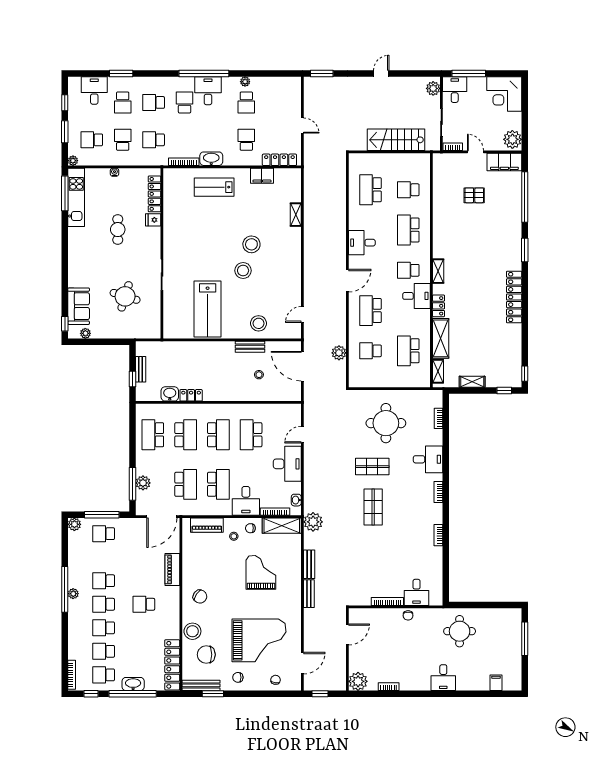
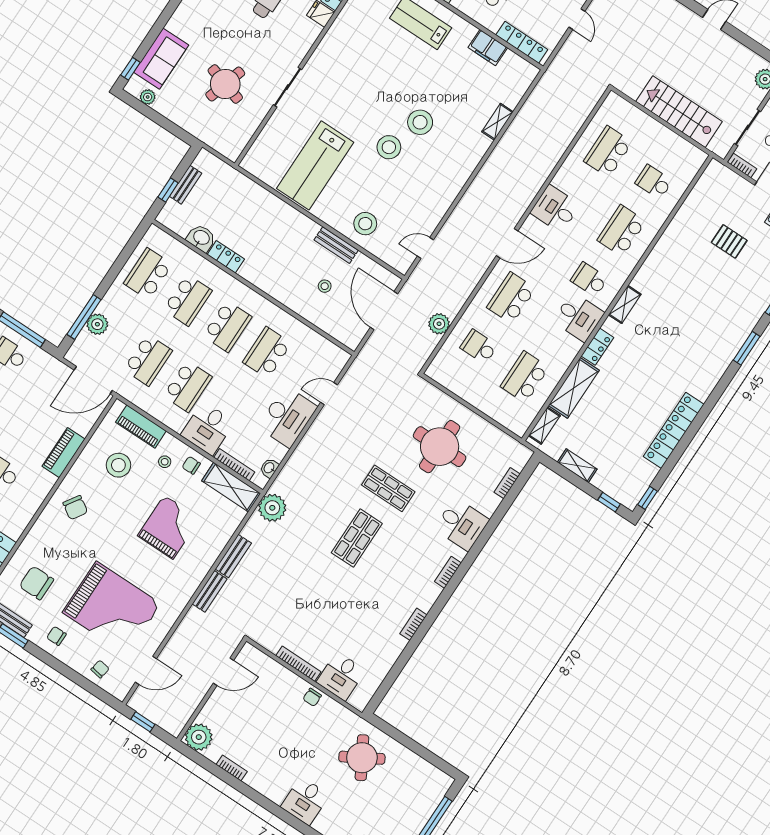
locker: (514, 297) -> (674, 430), moved
stool: (192, 631) -> (118, 465), moved
round table: (460, 631) -> (362, 758), turned -30

